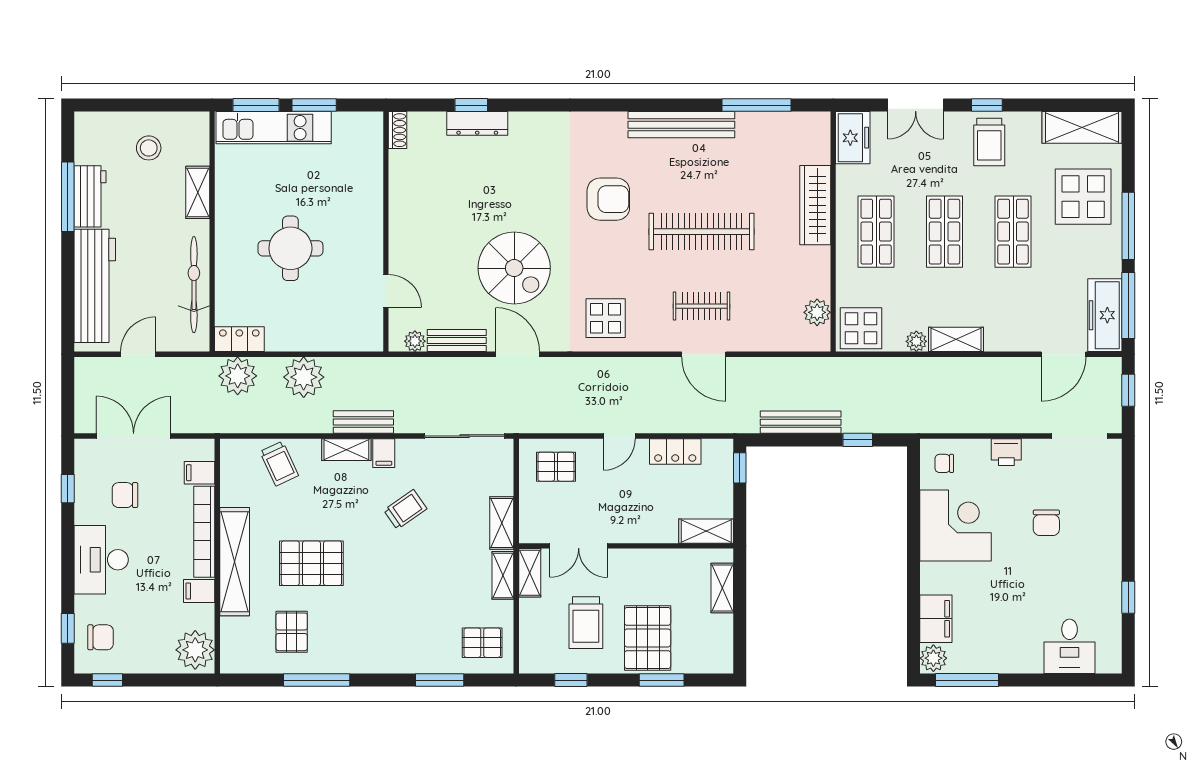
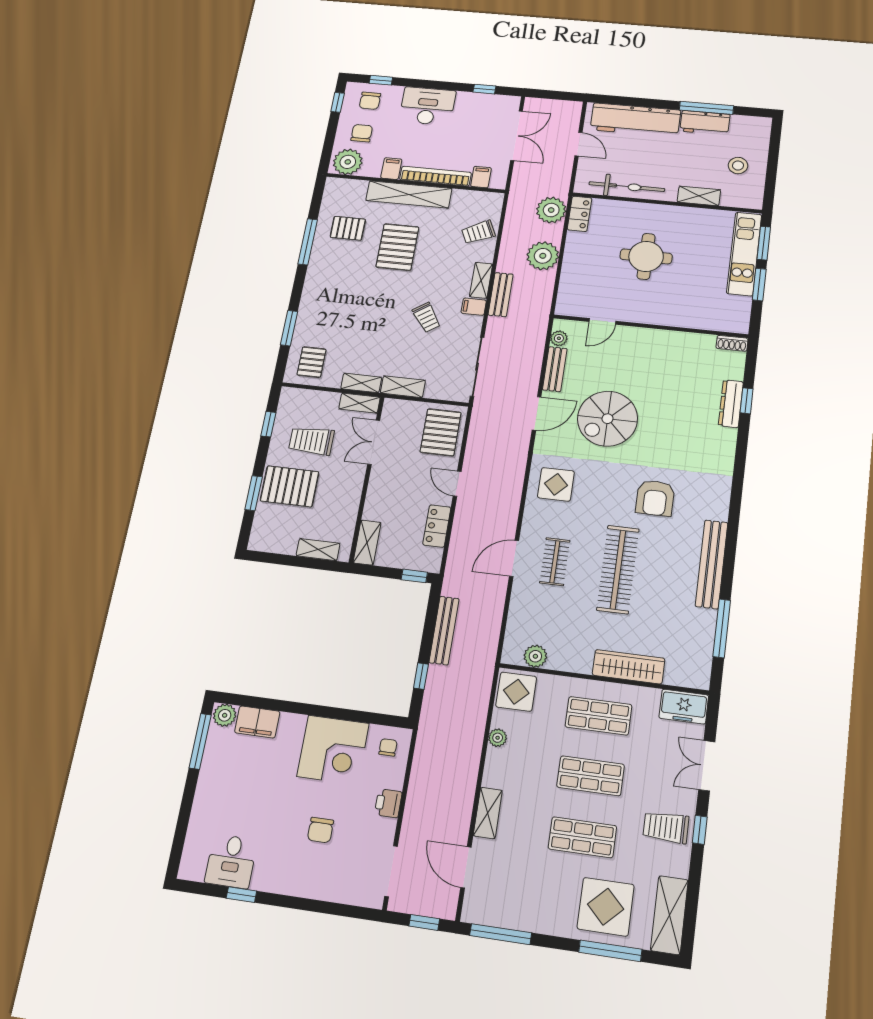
window: (1128, 226) -> (610, 951), moved
freezer: (1105, 315) -> (495, 911), removed
shelving: (956, 339) -> (488, 813), moved
pallet: (556, 467) -> (441, 432), width x1.50, depth x1.42
chair: (125, 495) -> (362, 133), moved
chair: (1046, 523) -> (320, 830), turned -90
desk: (1070, 646) -> (231, 861), moved, turned -90

